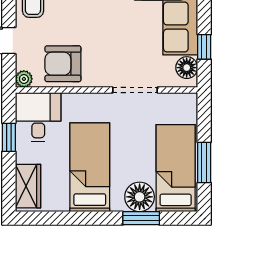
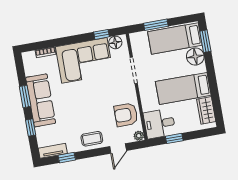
armchair: (63, 64) -> (126, 115), turned 90
window: (204, 163) -> (156, 25), moved
wardrobe: (28, 186) -> (206, 110), moved, turned -90
window: (141, 218) -> (205, 41), moved

